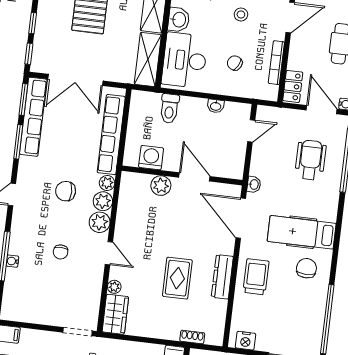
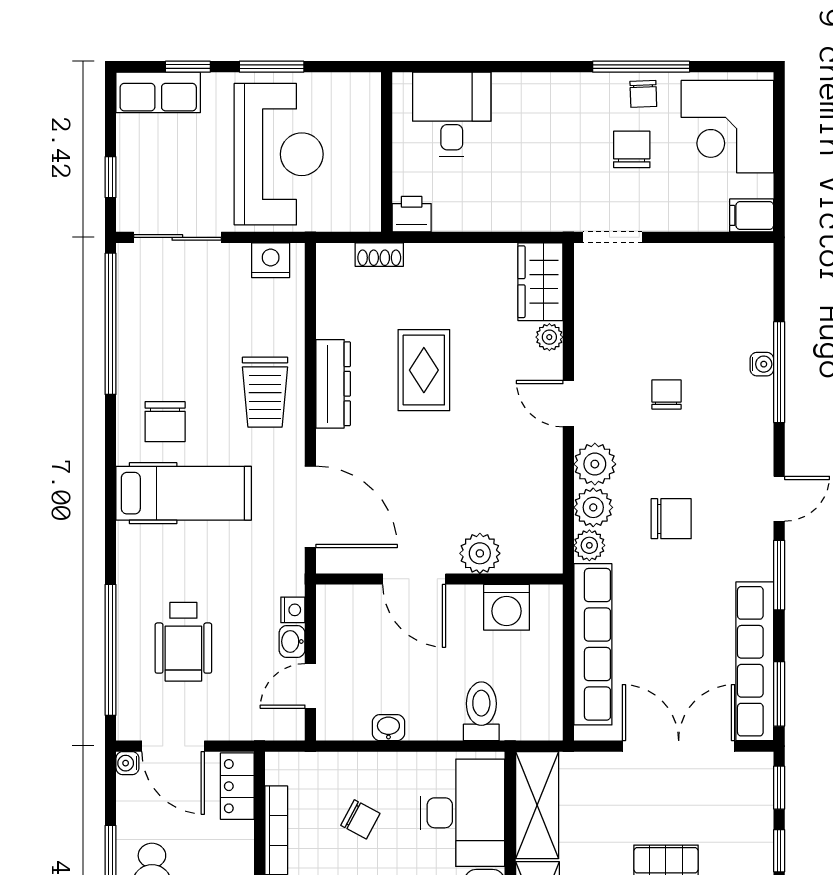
window: (18, 142) -> (779, 575), moved
nightstand: (255, 169) -> (293, 610), added
washbasin: (254, 184) -> (292, 641), moved

